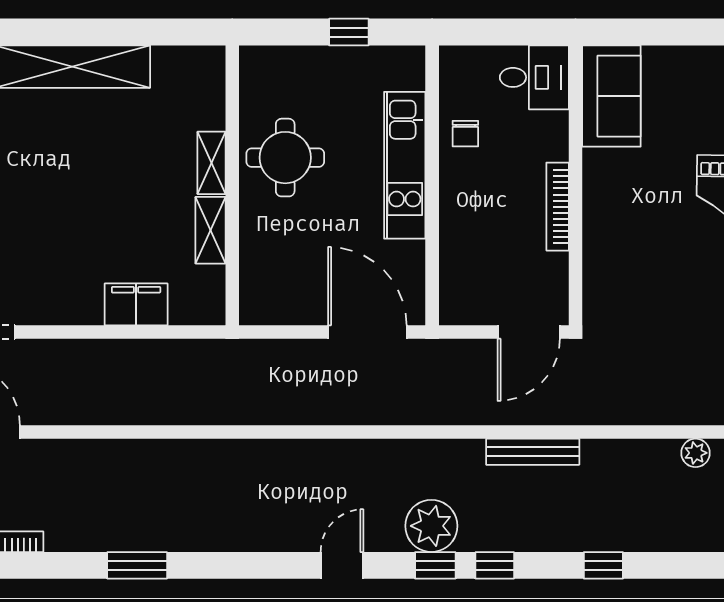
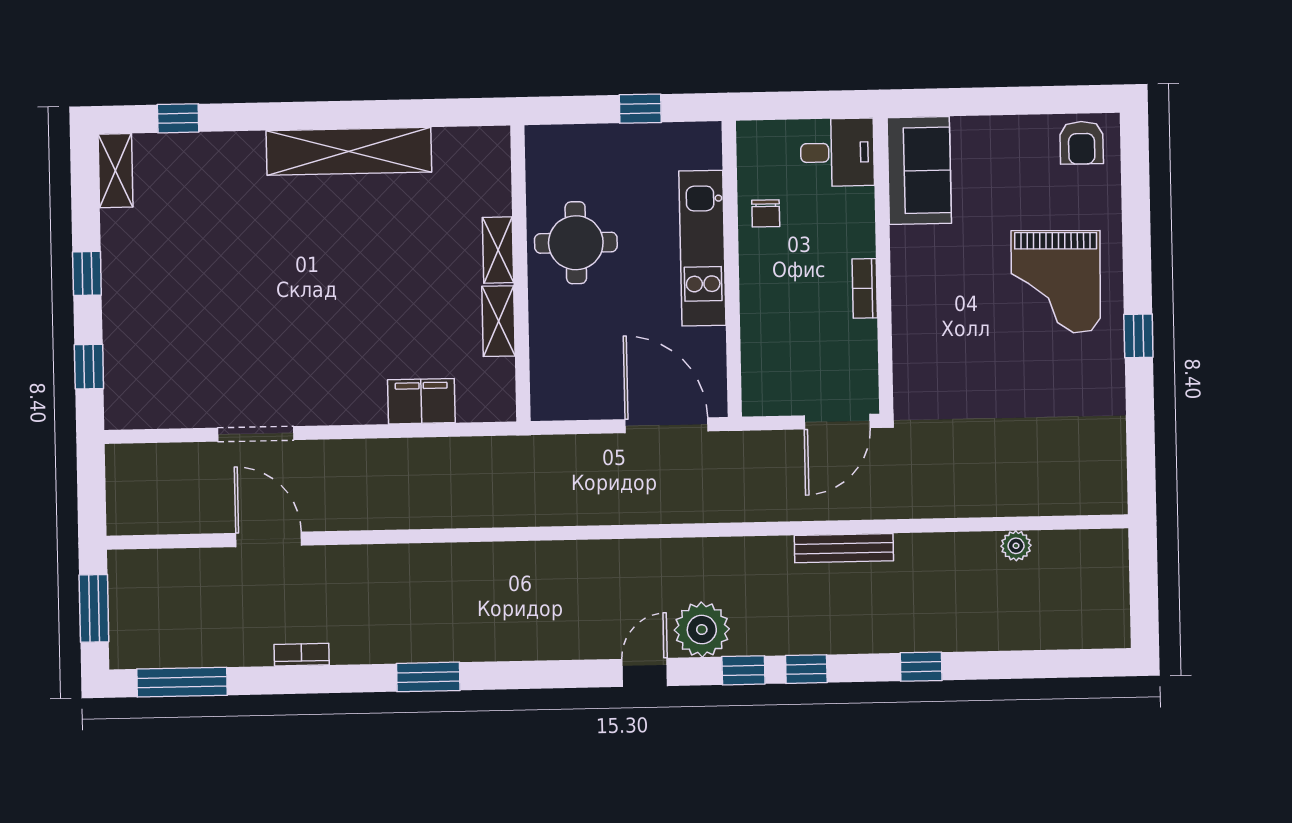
bookcase: (558, 207) -> (865, 288), width x0.64
plant: (431, 526) -> (702, 630), moved

